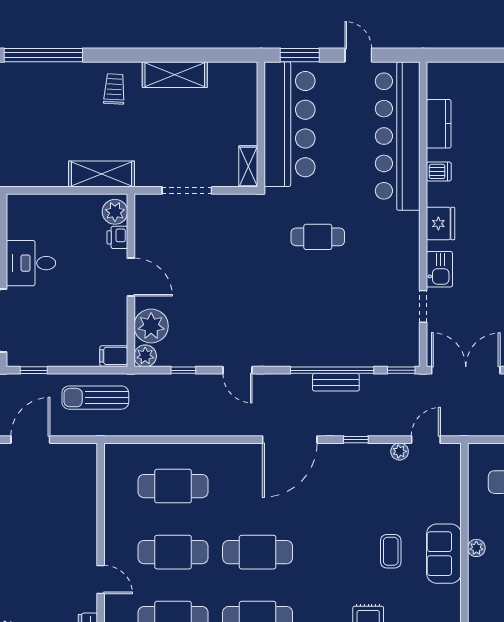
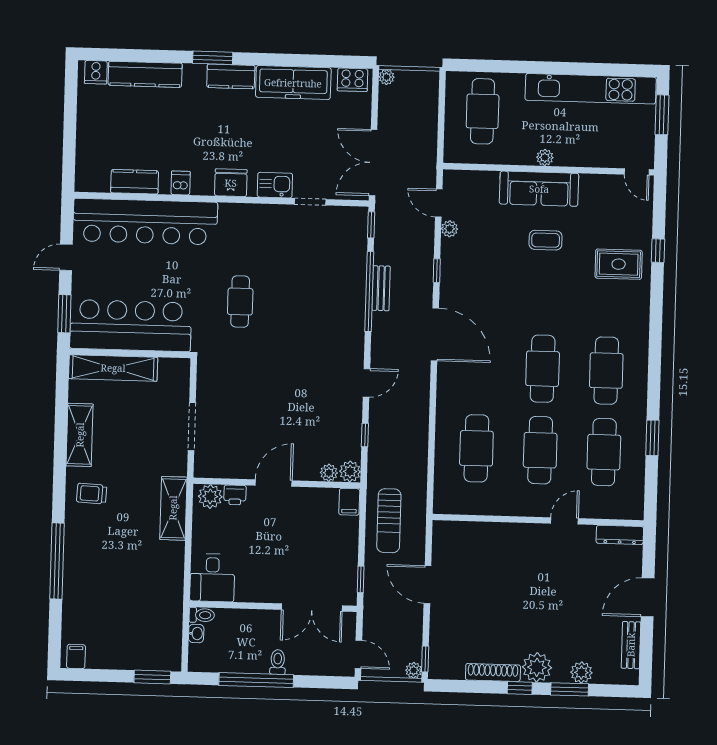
shelving: (248, 166) -> (113, 368), moved, width x2.20, depth x1.33
desk: (31, 263) -> (212, 578), moved
plant: (151, 326) -> (329, 473), width x0.53, depth x0.53
sofa: (444, 554) -> (539, 189), width x1.36

